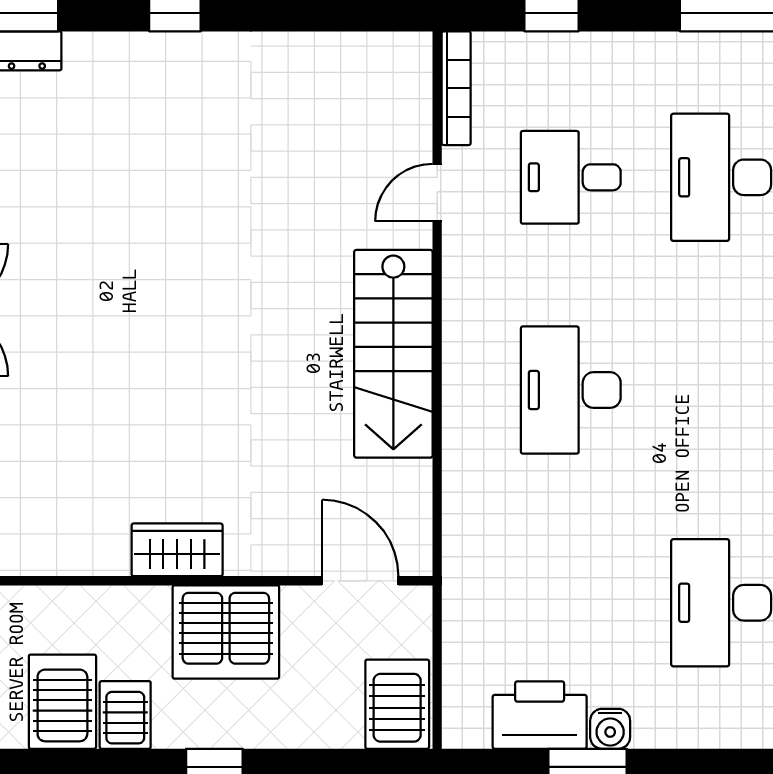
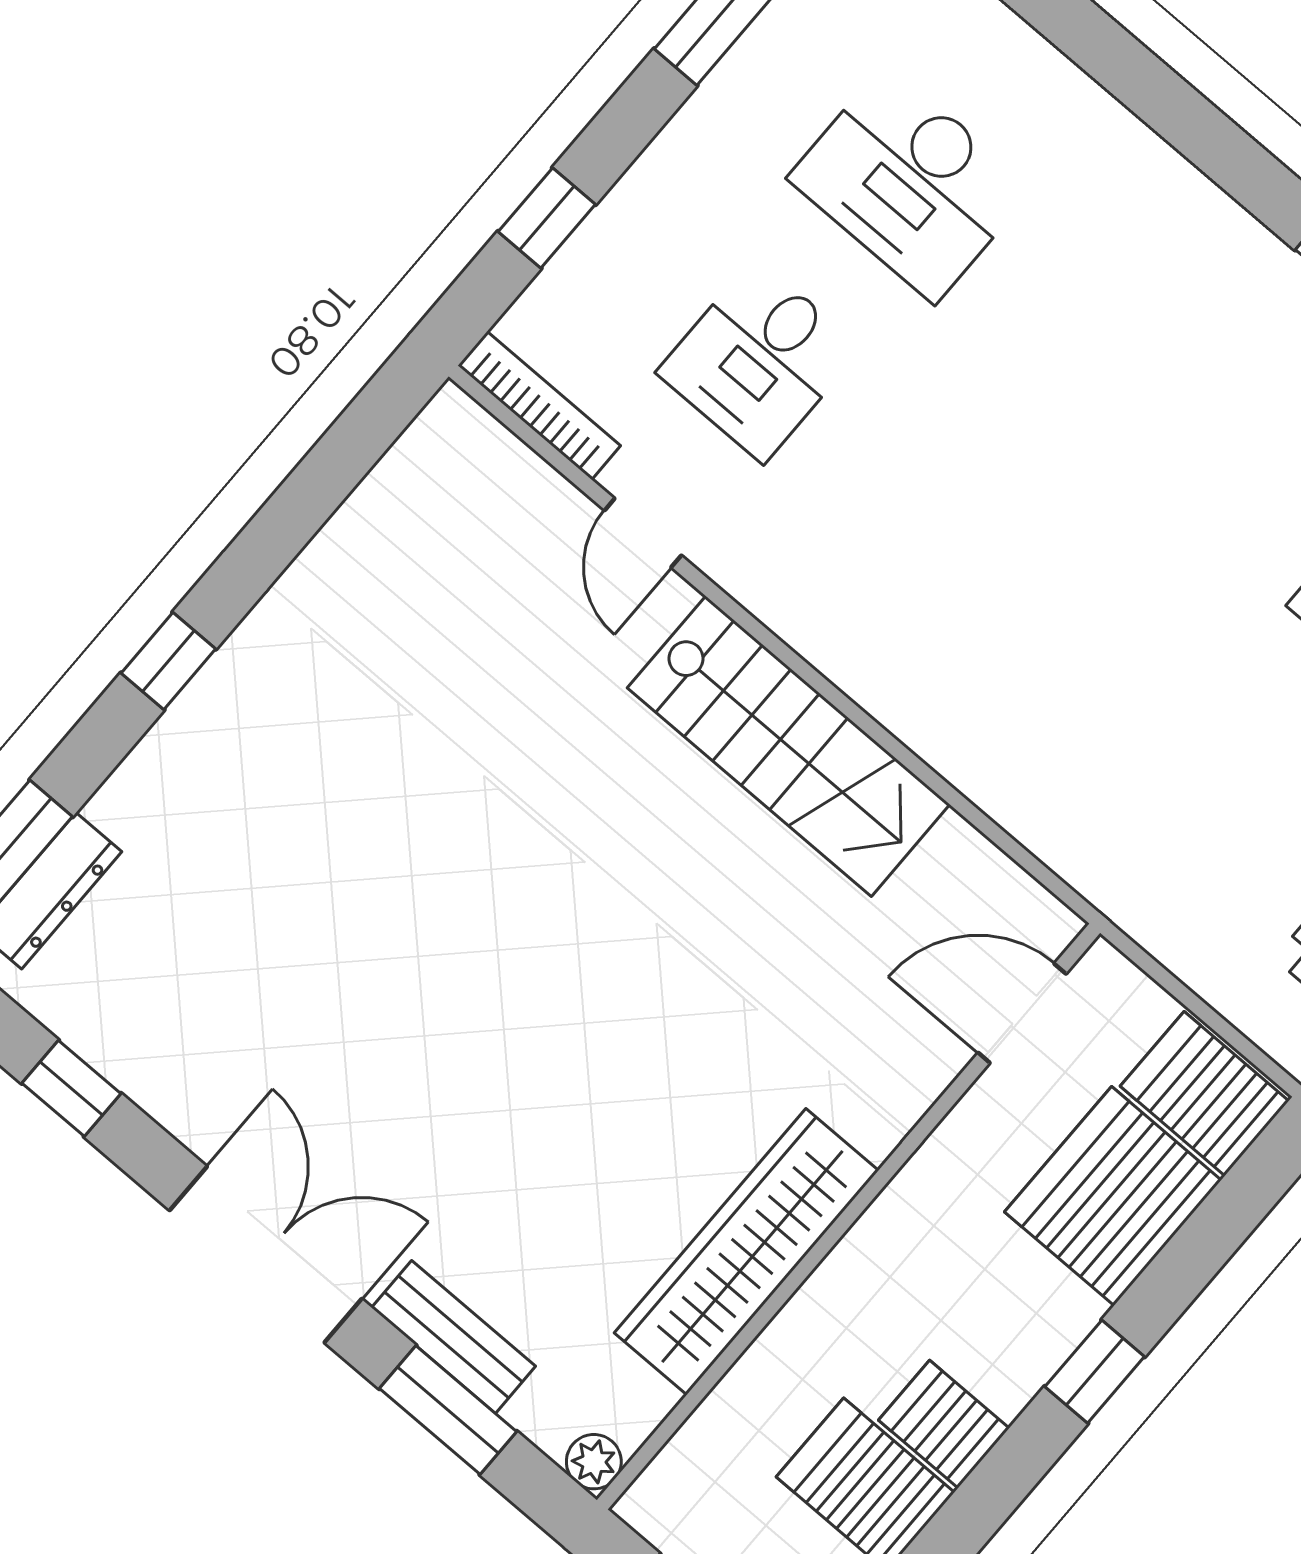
desk: (571, 390) -> (1009, 574), removed
wardrobe: (177, 550) -> (746, 1252), width x2.10, depth x1.17
server rack: (226, 632) -> (1113, 1196), moved, turned 180

